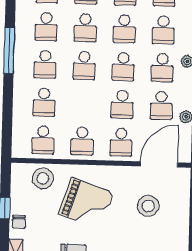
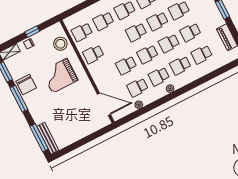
school desk: (121, 142) -> (105, 76), removed
grand piano: (86, 203) -> (60, 76), turned 71
stool: (148, 206) -> (77, 111), removed

